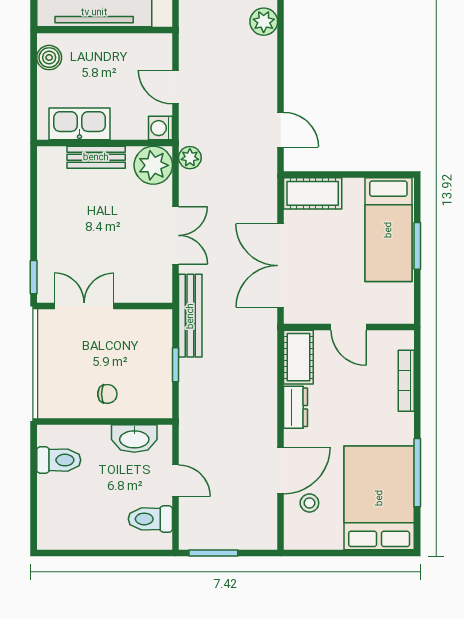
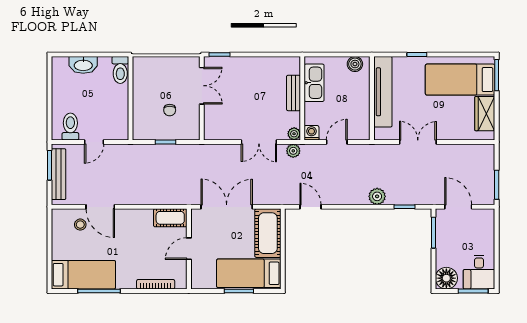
door: (281, 130) -> (310, 207), swing flipped
plant: (153, 165) -> (294, 134), width x0.53, depth x0.53
cot: (313, 193) -> (268, 233), width x1.37, depth x1.34
double door: (175, 235) -> (259, 142), moved
bench: (190, 316) -> (59, 174), moved, turned 90
chair: (107, 394) -> (170, 110), moved
dresser: (296, 407) -> (139, 216), removed
washbasin: (134, 439) -> (83, 65), moved, turned -90
toilet: (59, 460) -> (120, 70), moved
bed: (379, 498) -> (83, 275), width x0.67

